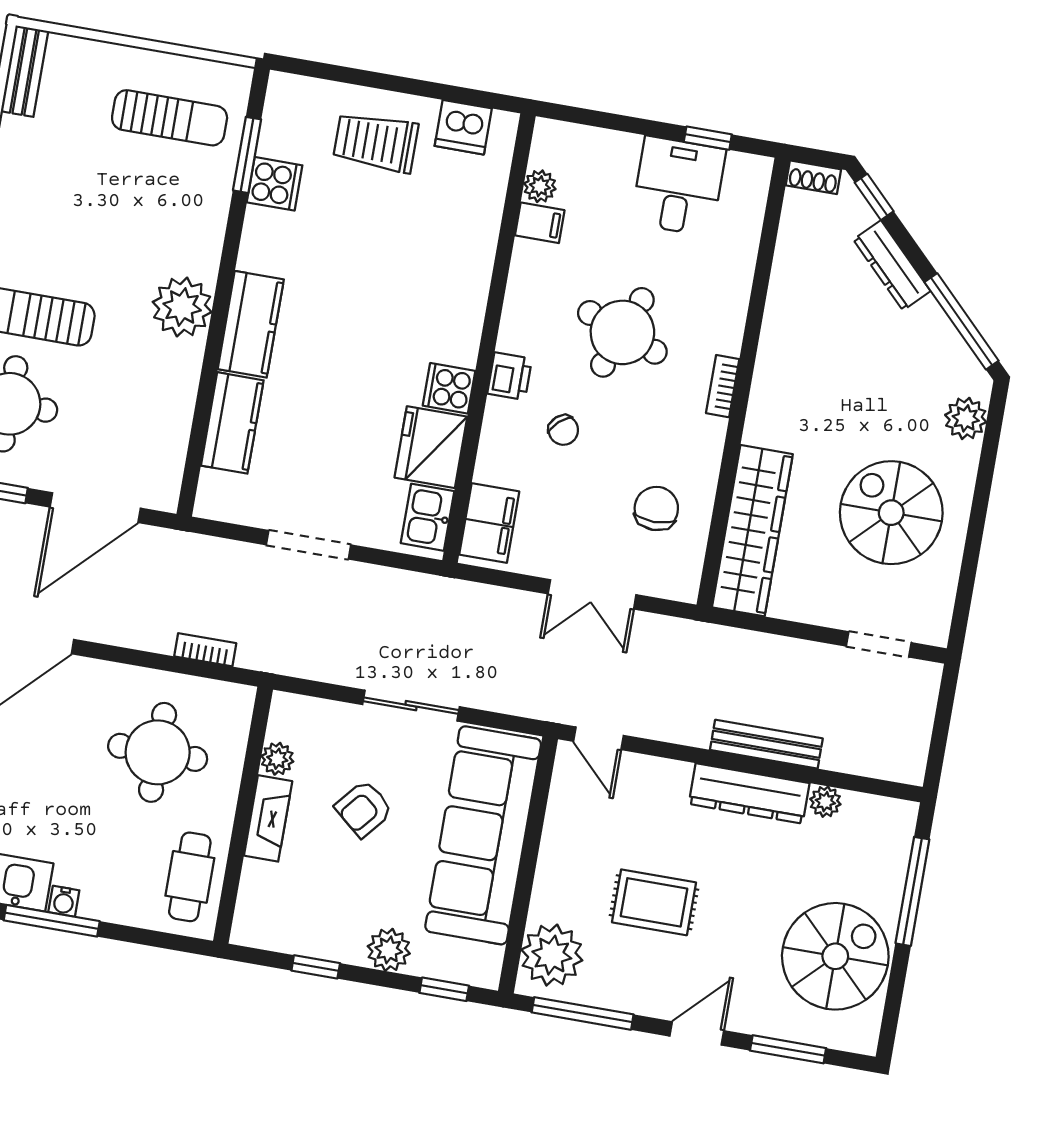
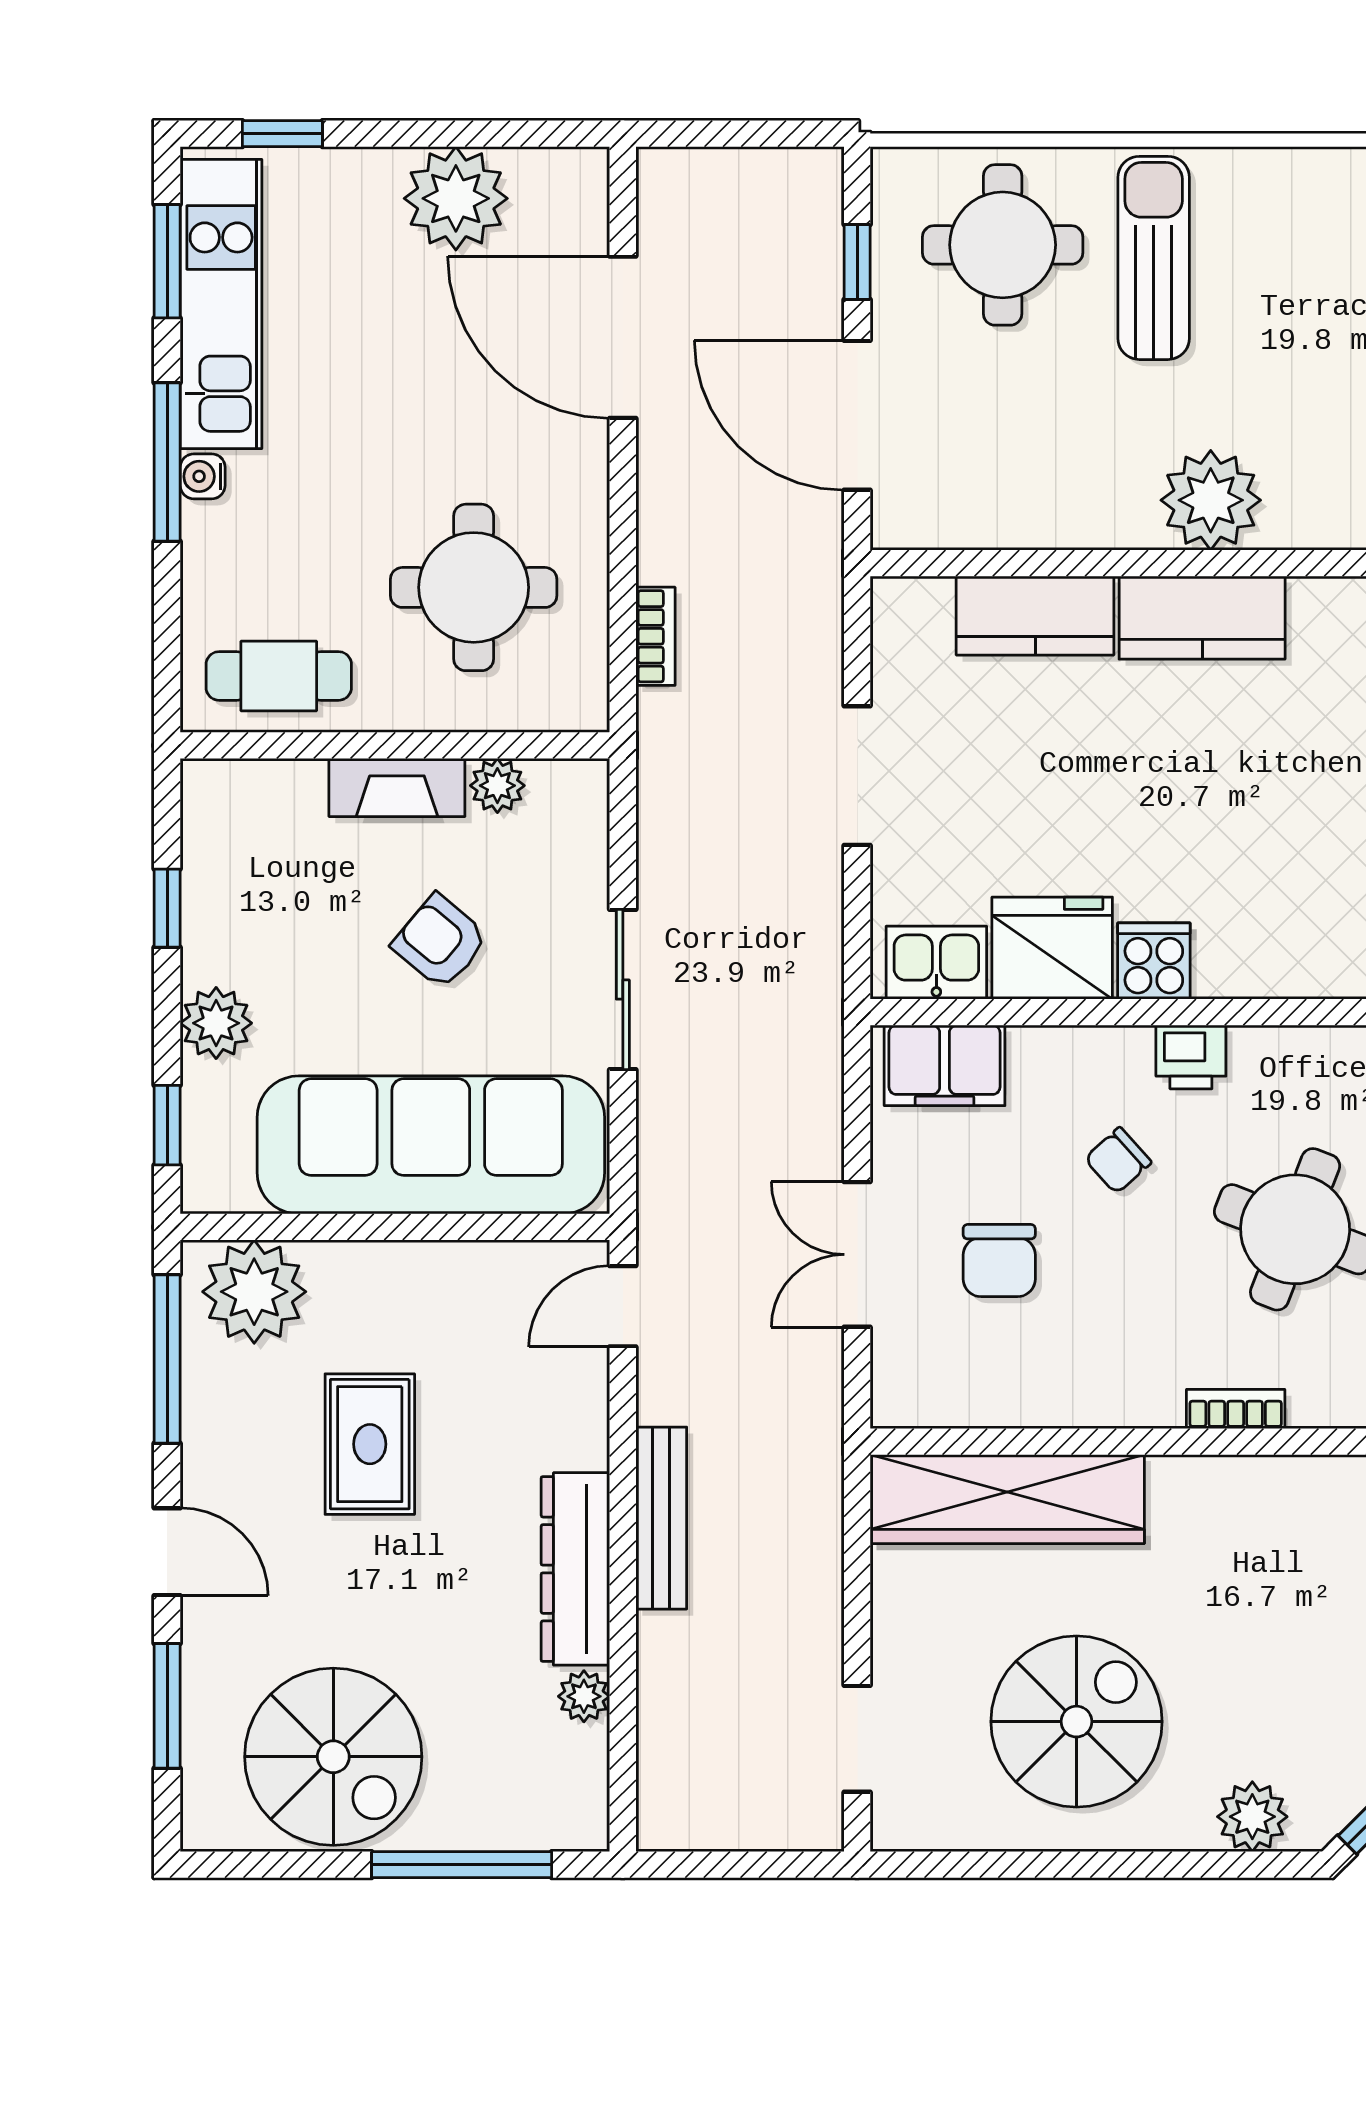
chair: (656, 508) -> (999, 1261), moved, turned 90
bench: (766, 744) -> (661, 1518), moved

